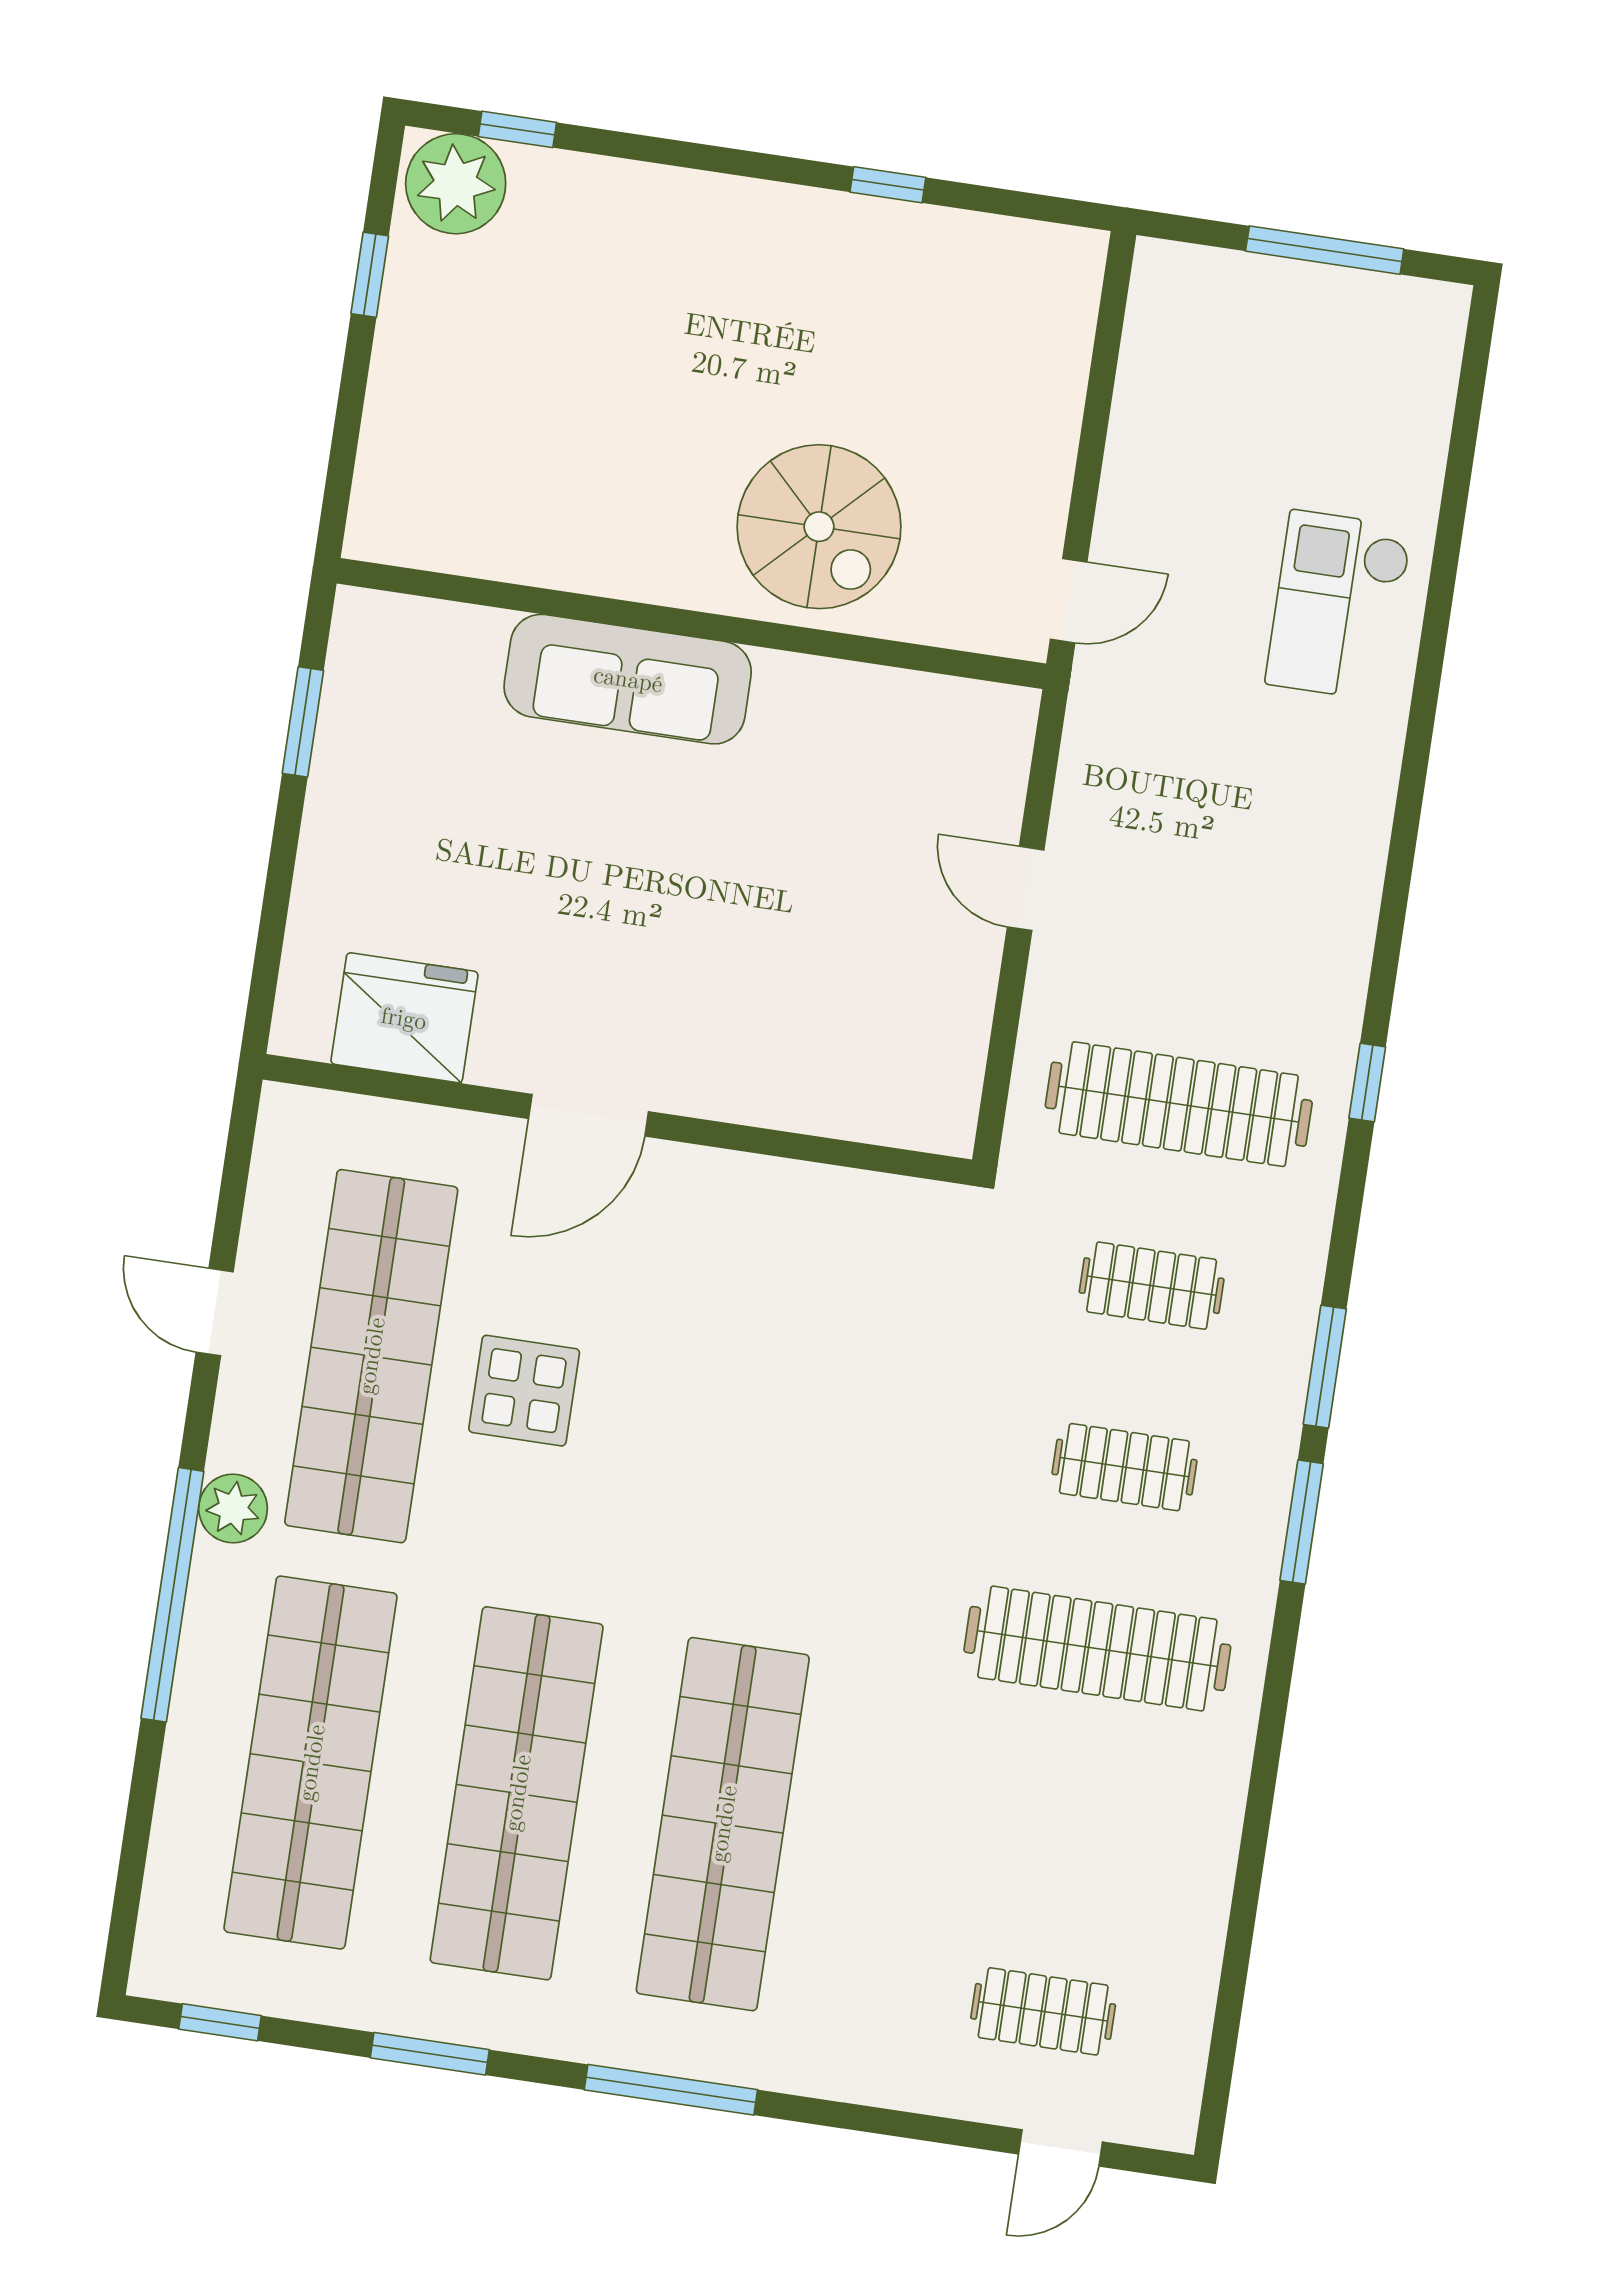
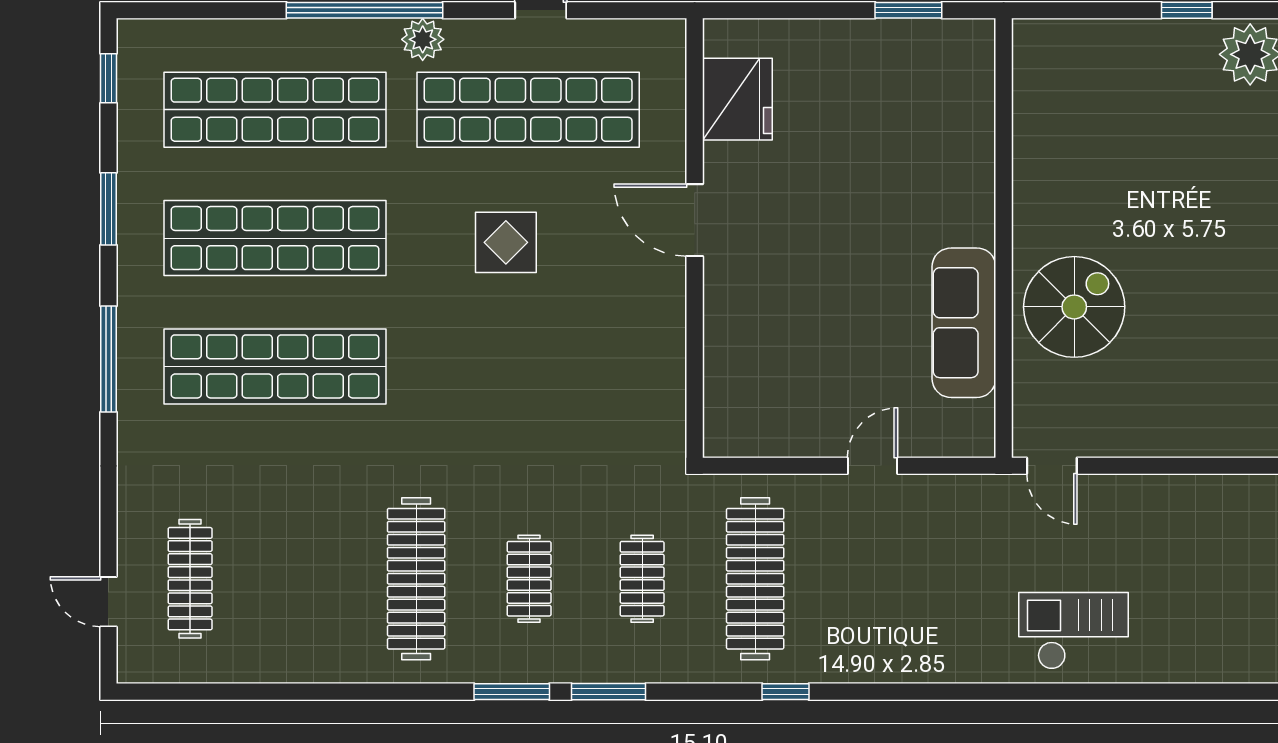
spiral stairs: (819, 527) -> (1074, 307), turned 180
sofa: (628, 679) -> (964, 323), moved
display table: (524, 1391) -> (506, 242), moved
clothes rail: (1043, 2011) -> (190, 579), width x1.36

